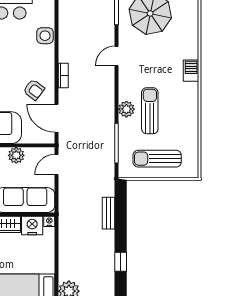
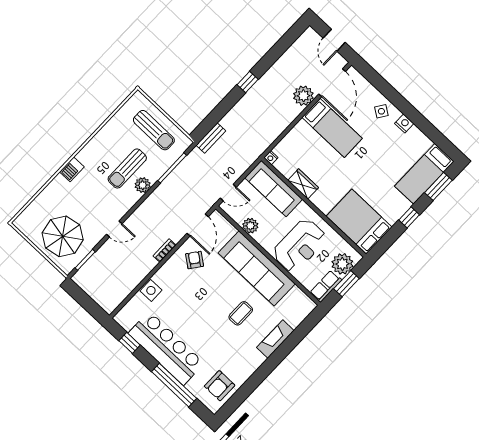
bench: (109, 213) -> (211, 138), moved
nightstand: (32, 226) -> (286, 166), removed

